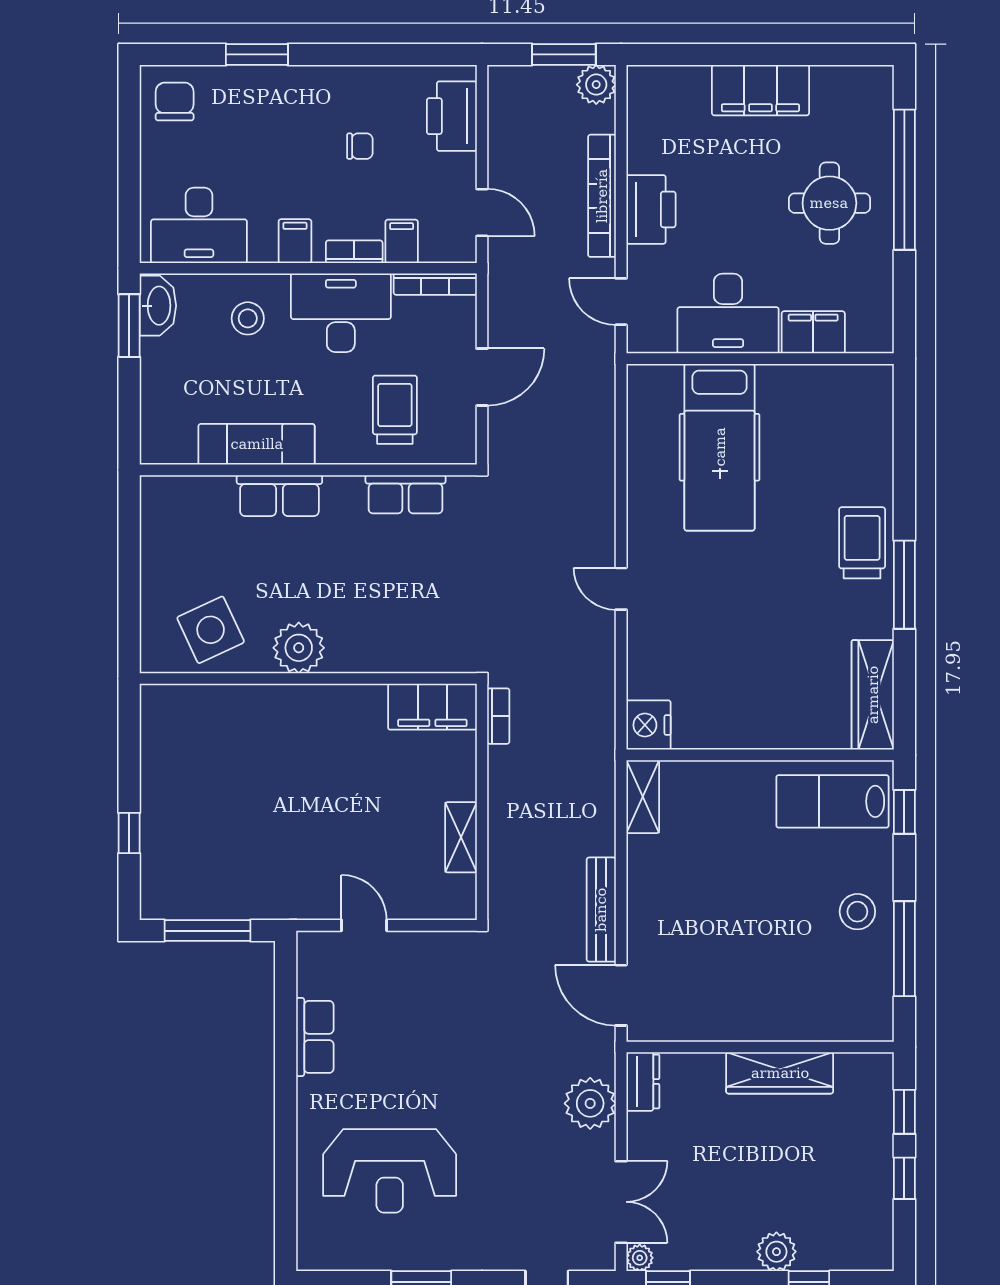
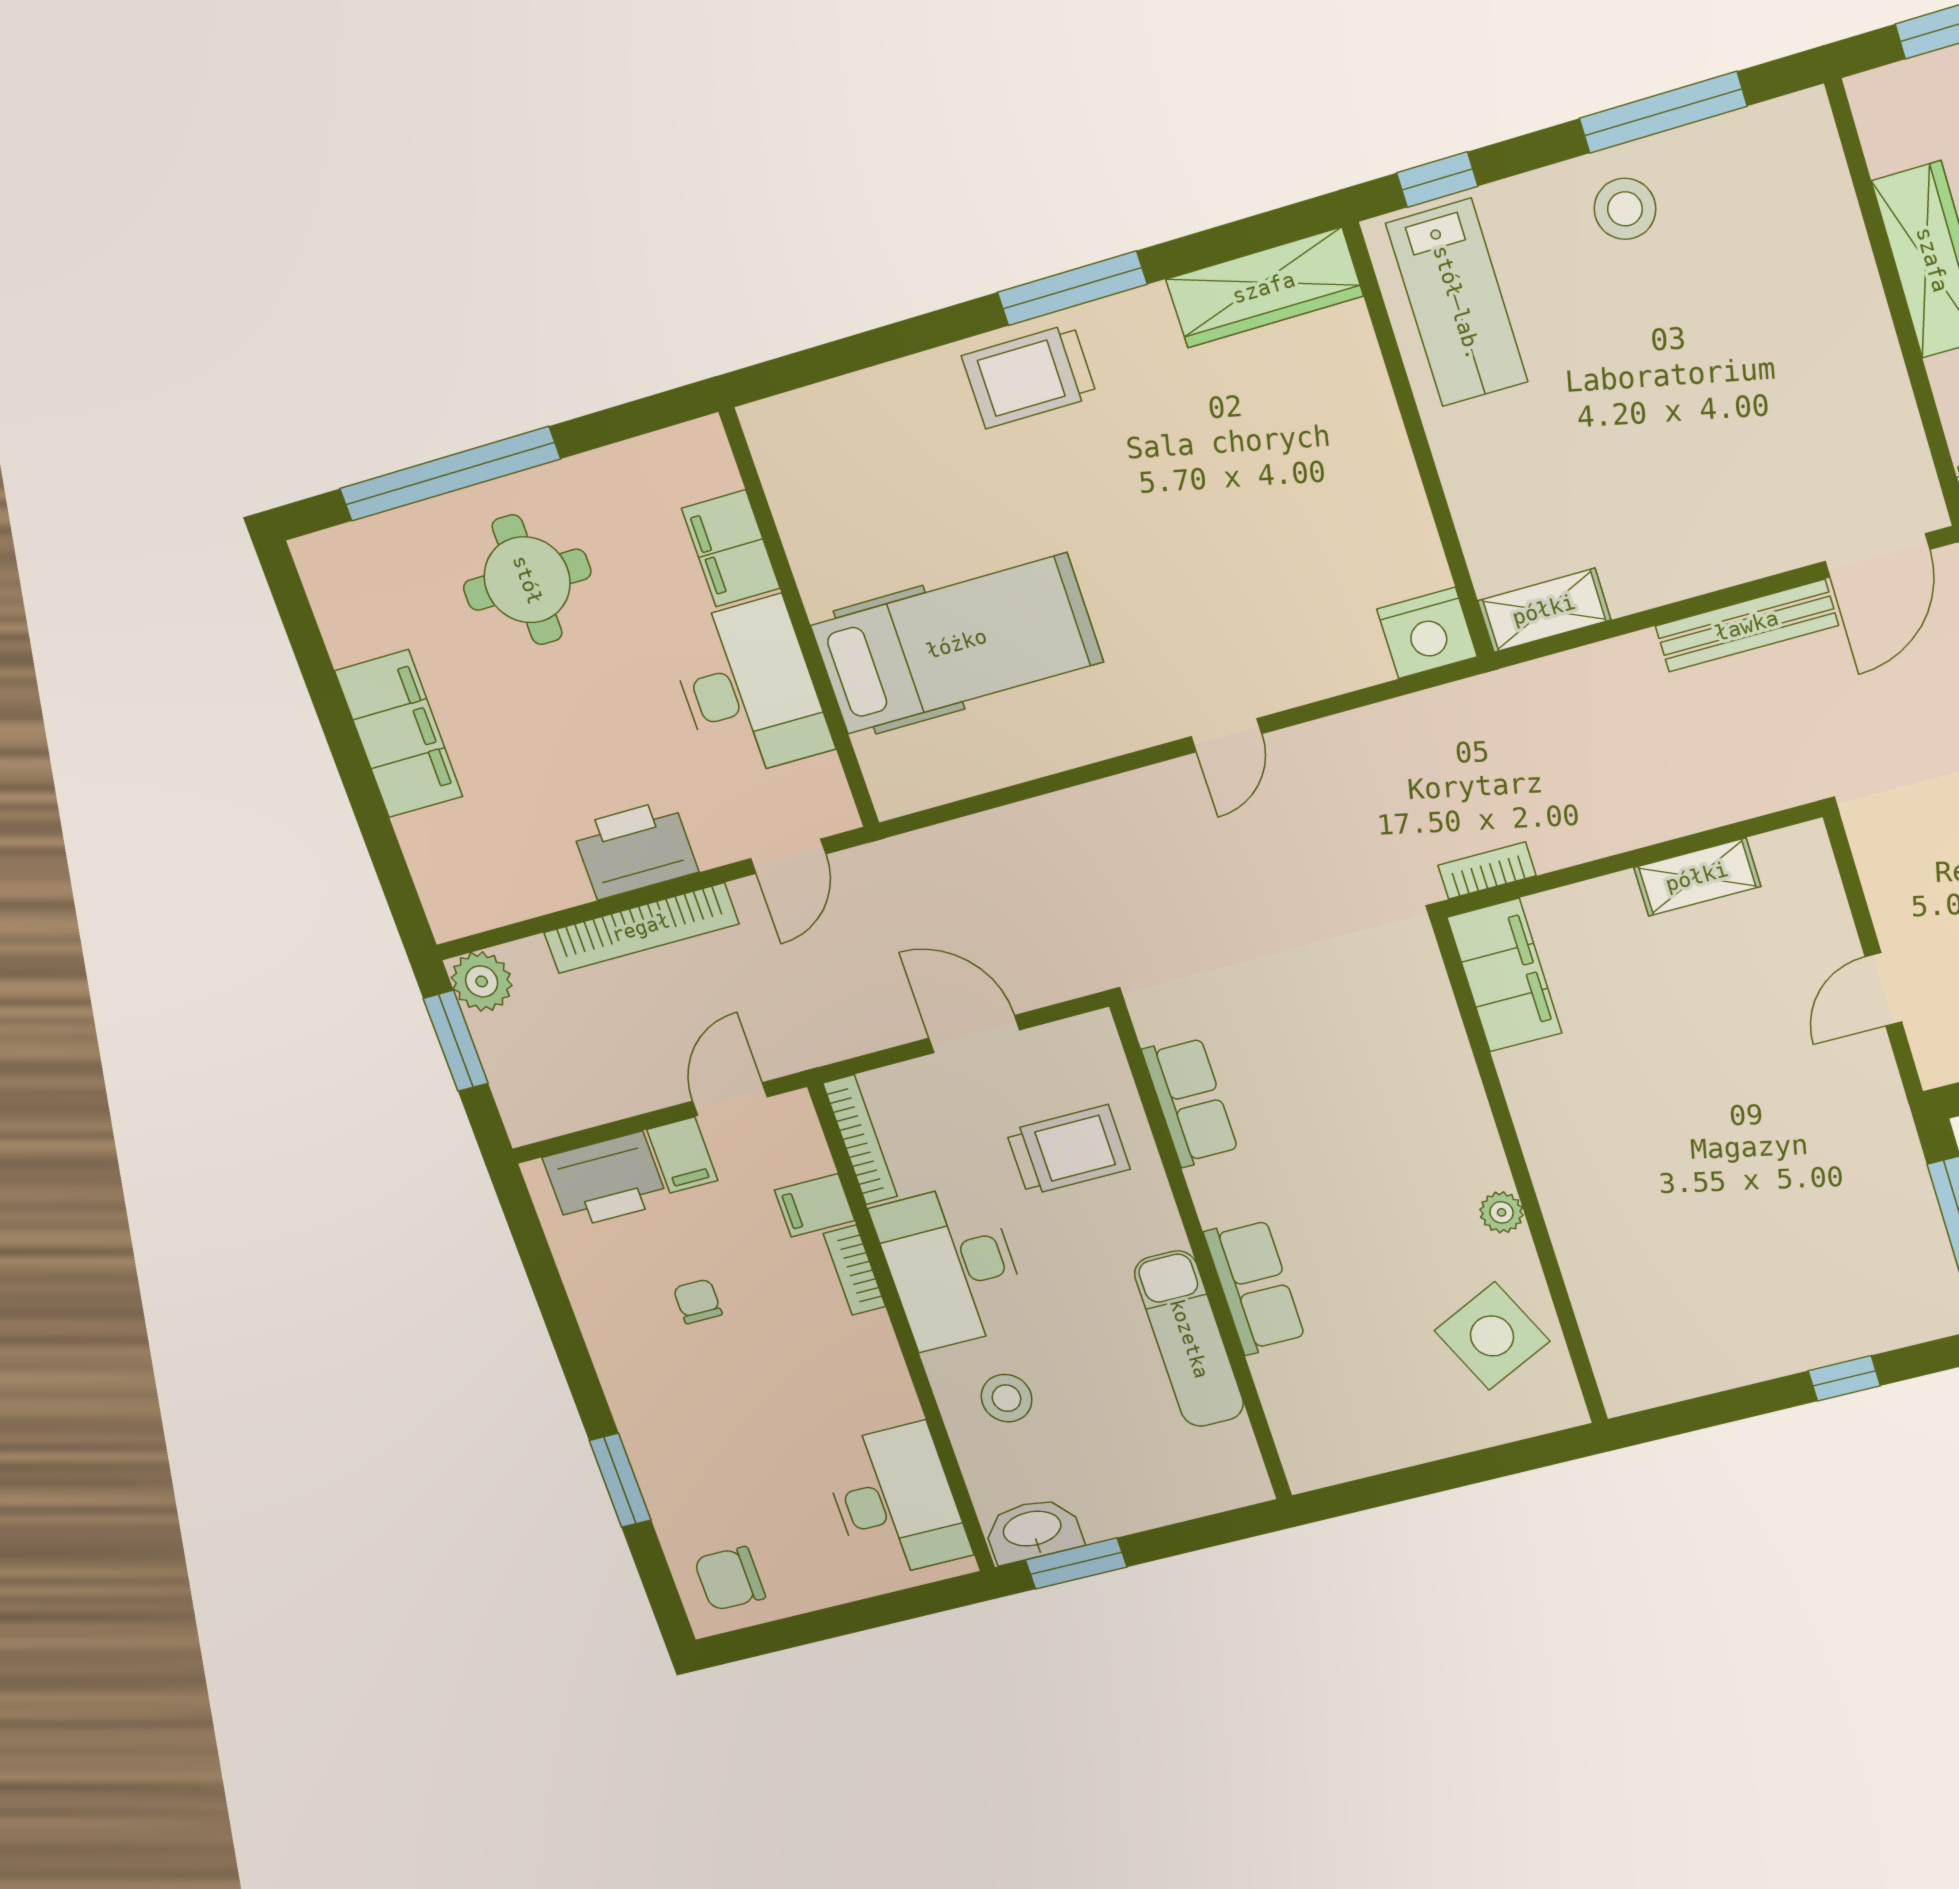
filing cabinet: (295, 241) -> (682, 1155), moved, turned -90
trolley: (395, 410) -> (1068, 1150), turned 180
plant: (299, 648) -> (1502, 1212), width x0.53, depth x0.53

